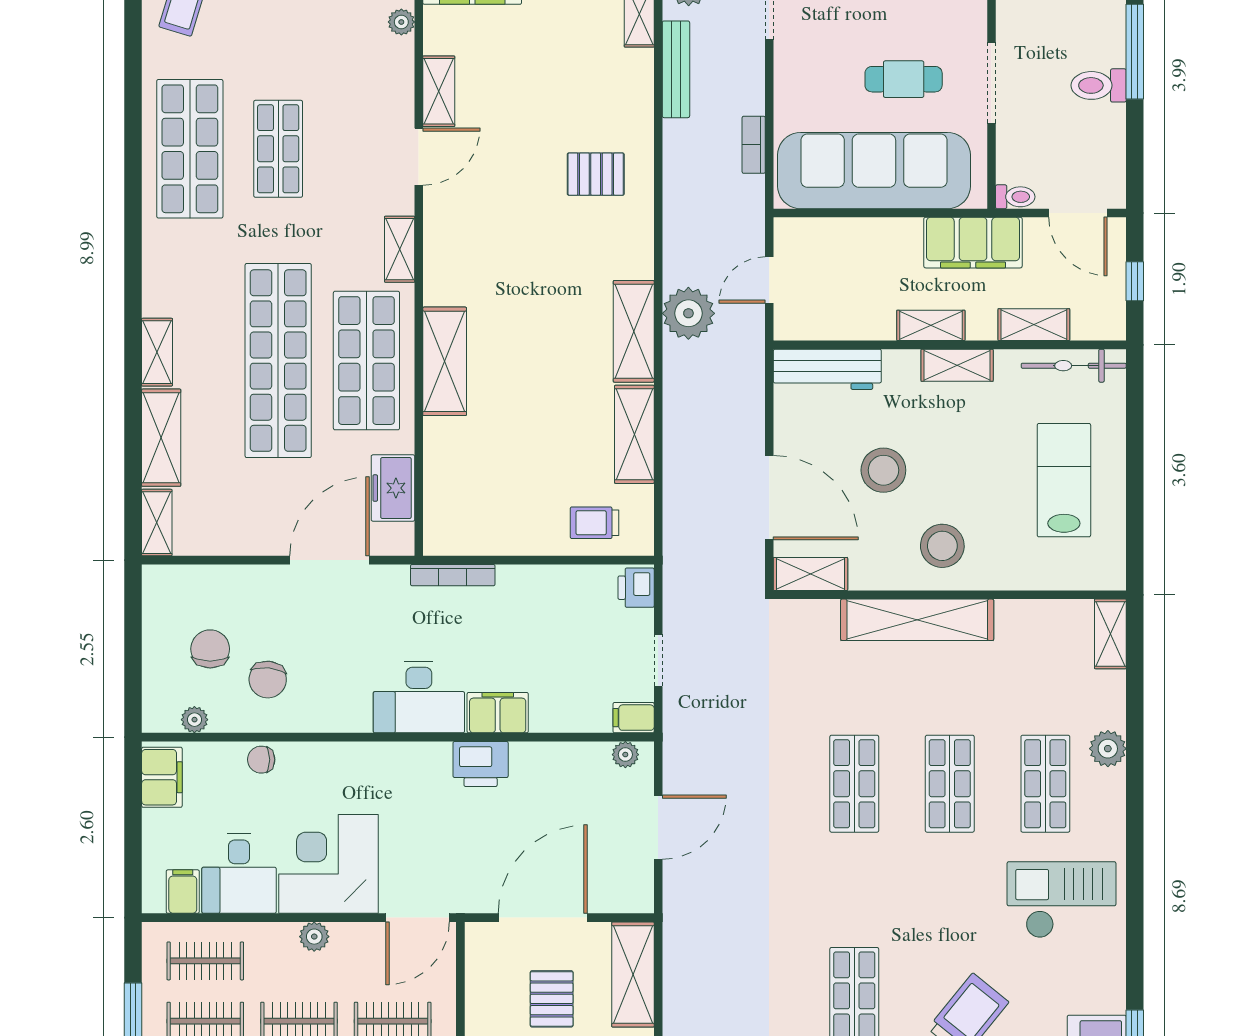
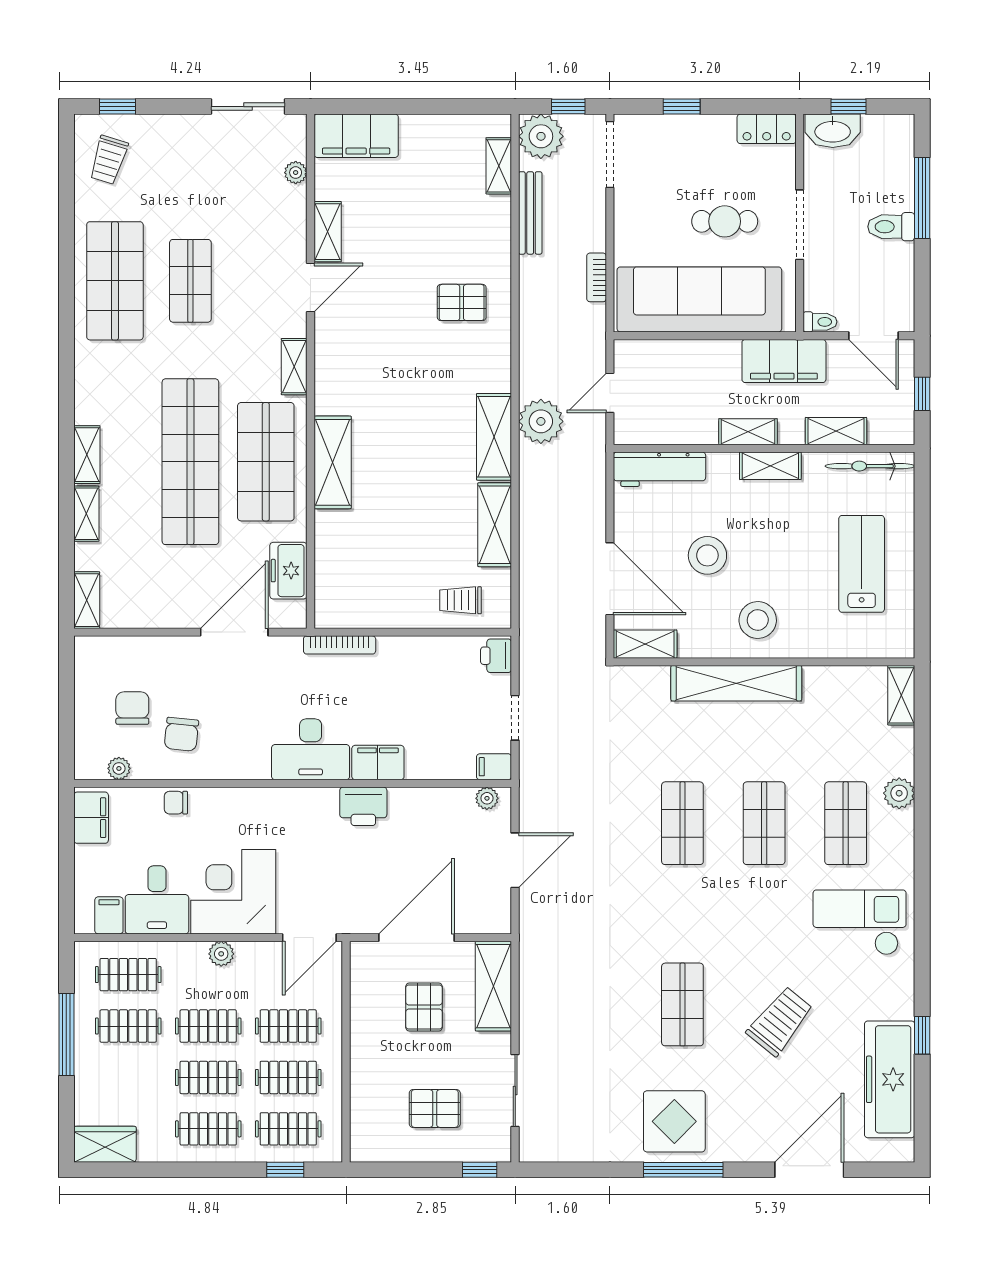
shelving: (161, 438) -> (86, 514), width x0.67, depth x0.75

